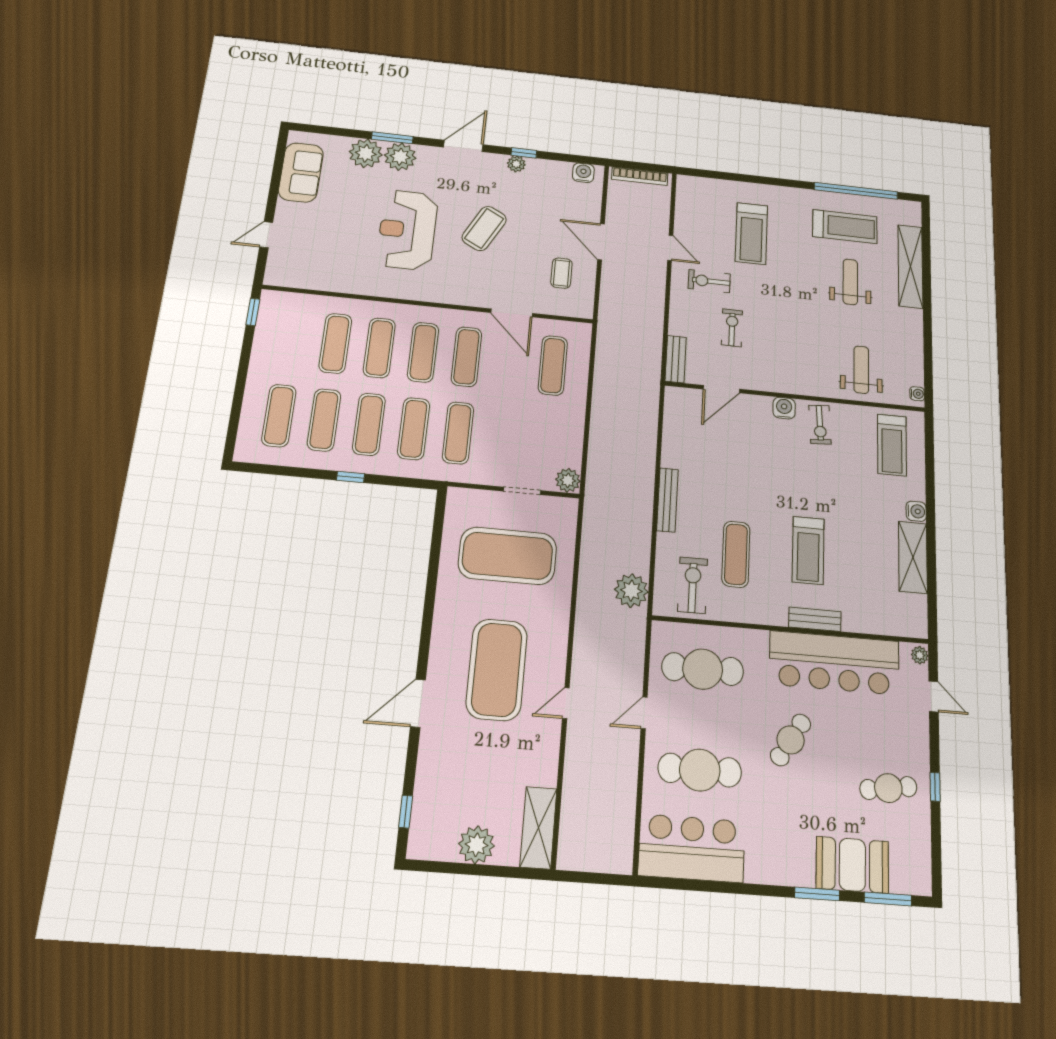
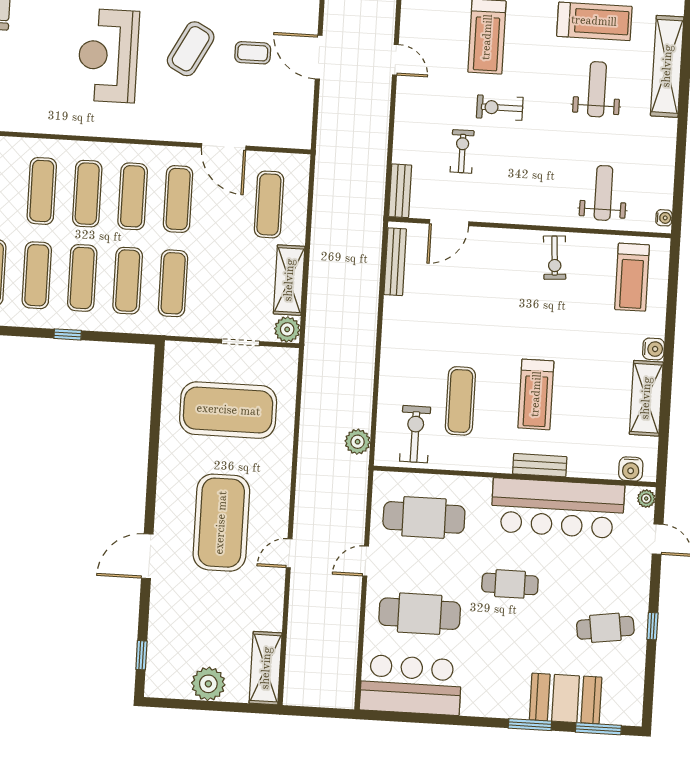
coffee table: (561, 273) -> (253, 53), moved, turned 90
exercise bike: (709, 281) -> (500, 108), moved
water cooler: (784, 408) -> (631, 469), moved, turned 180
shelving: (571, 435) -> (289, 280), added
bench: (667, 500) -> (395, 262), moved
plant: (631, 591) -> (358, 442), width x0.73, depth x0.73
cafe table: (791, 740) -> (510, 584), turned 58

